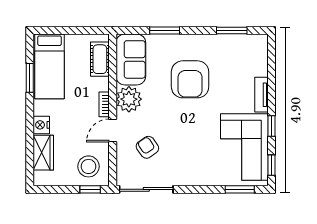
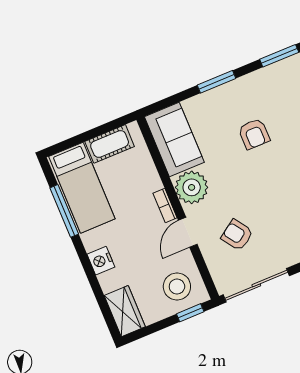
window: (165, 30) -> (217, 82), moved
cot: (100, 59) -> (110, 144), moved, turned 90
window: (30, 78) -> (64, 211), width x1.44
armchair: (190, 79) -> (254, 134), width x0.53, depth x0.53
wardrobe: (43, 153) -> (125, 311), moved

